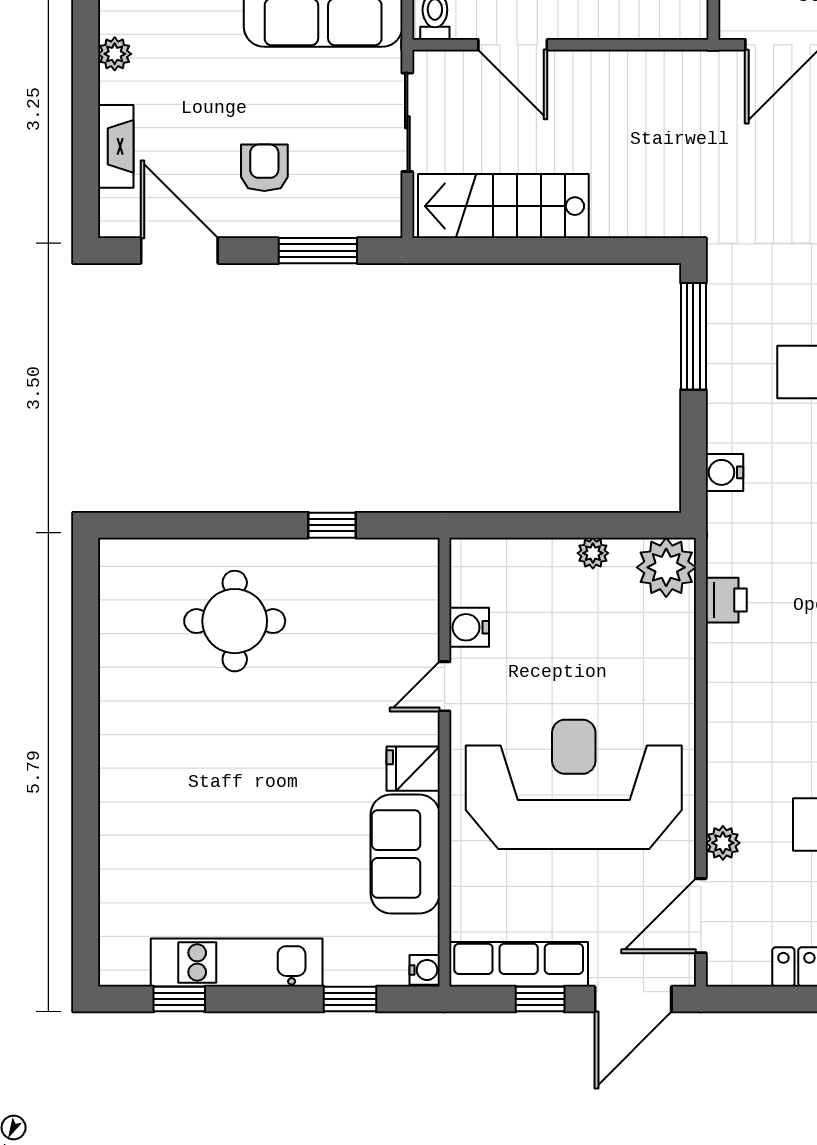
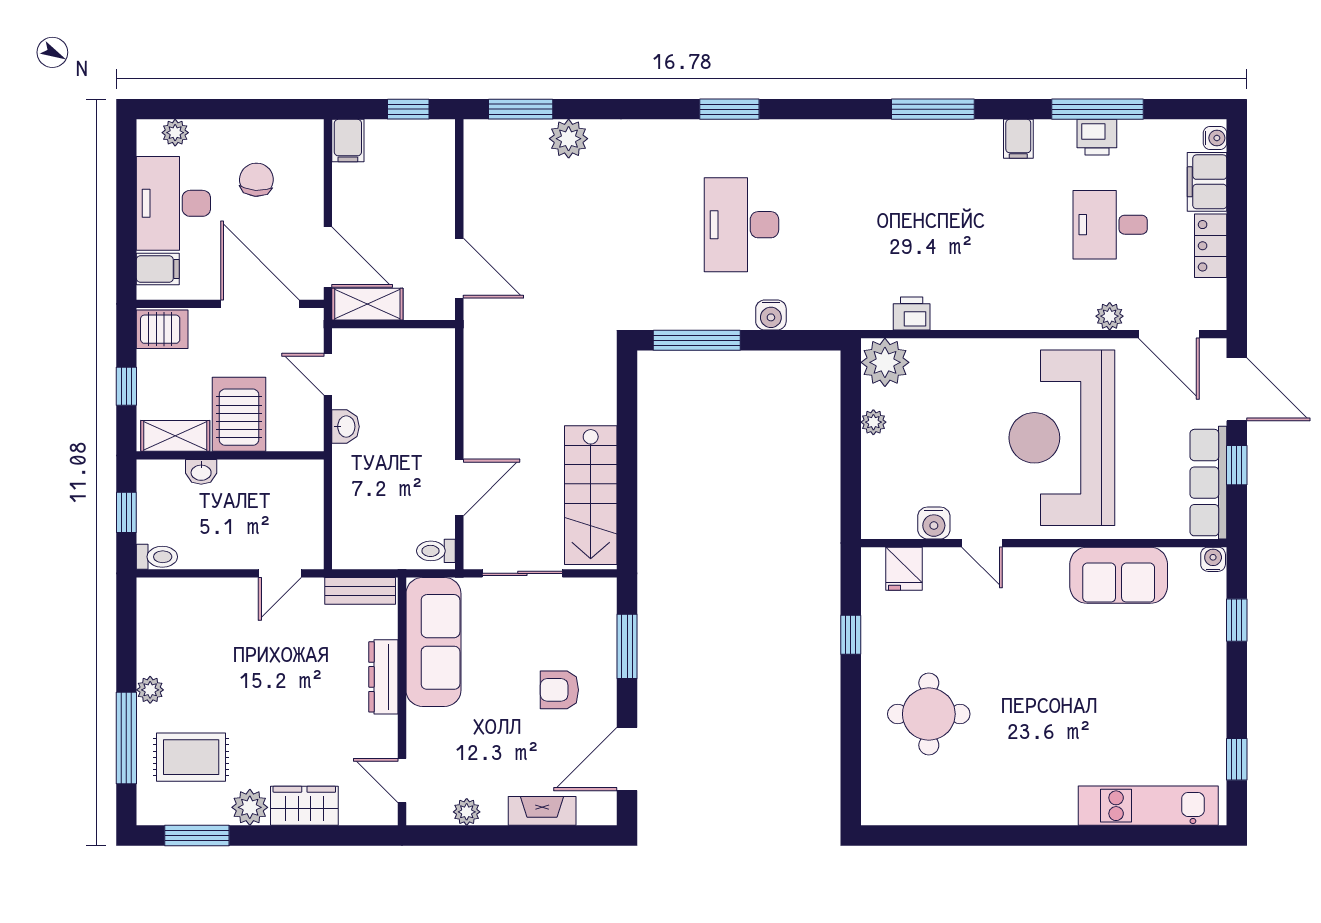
water cooler: (724, 472) -> (771, 315), moved
fridge: (413, 769) -> (904, 569), moved
kitchen unit: (237, 962) -> (1148, 806), moved, turned 90

